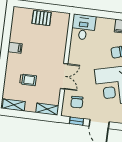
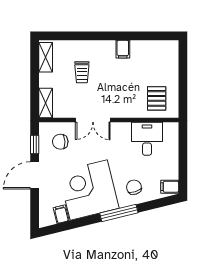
pallet: (42, 18) -> (157, 98), moved
desk: (83, 27) -> (147, 139), moved, turned -90

